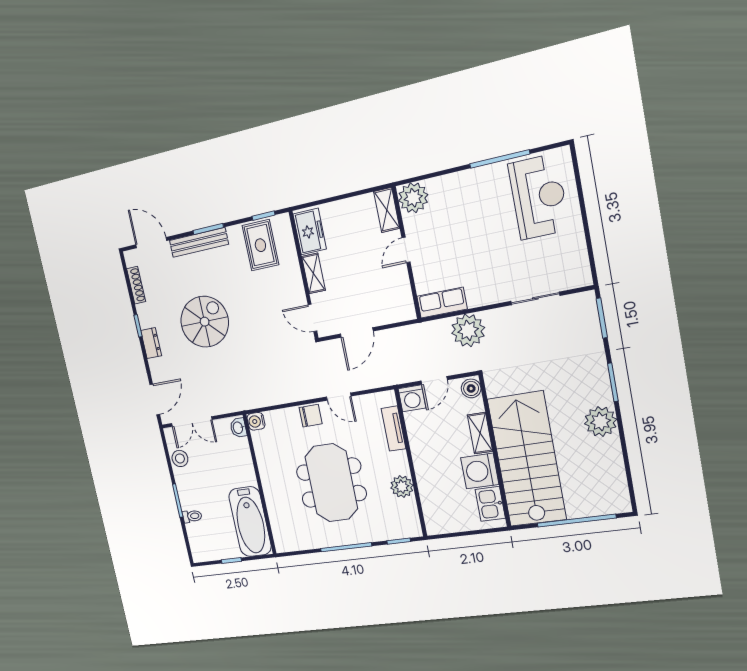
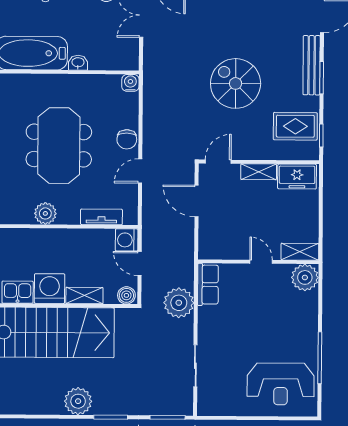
spiral stairs: (205, 322) -> (236, 83), moved, turned 180
washbasin: (238, 428) -> (78, 63), moved
meeting table: (331, 483) -> (59, 146), turned 90

